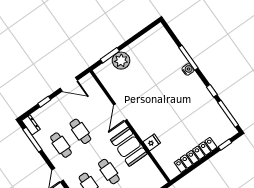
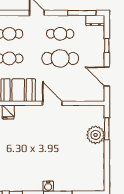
door: (69, 84) -> (107, 77), hinge flipped
cafe table: (80, 131) -> (60, 58), width x1.37, depth x1.35

